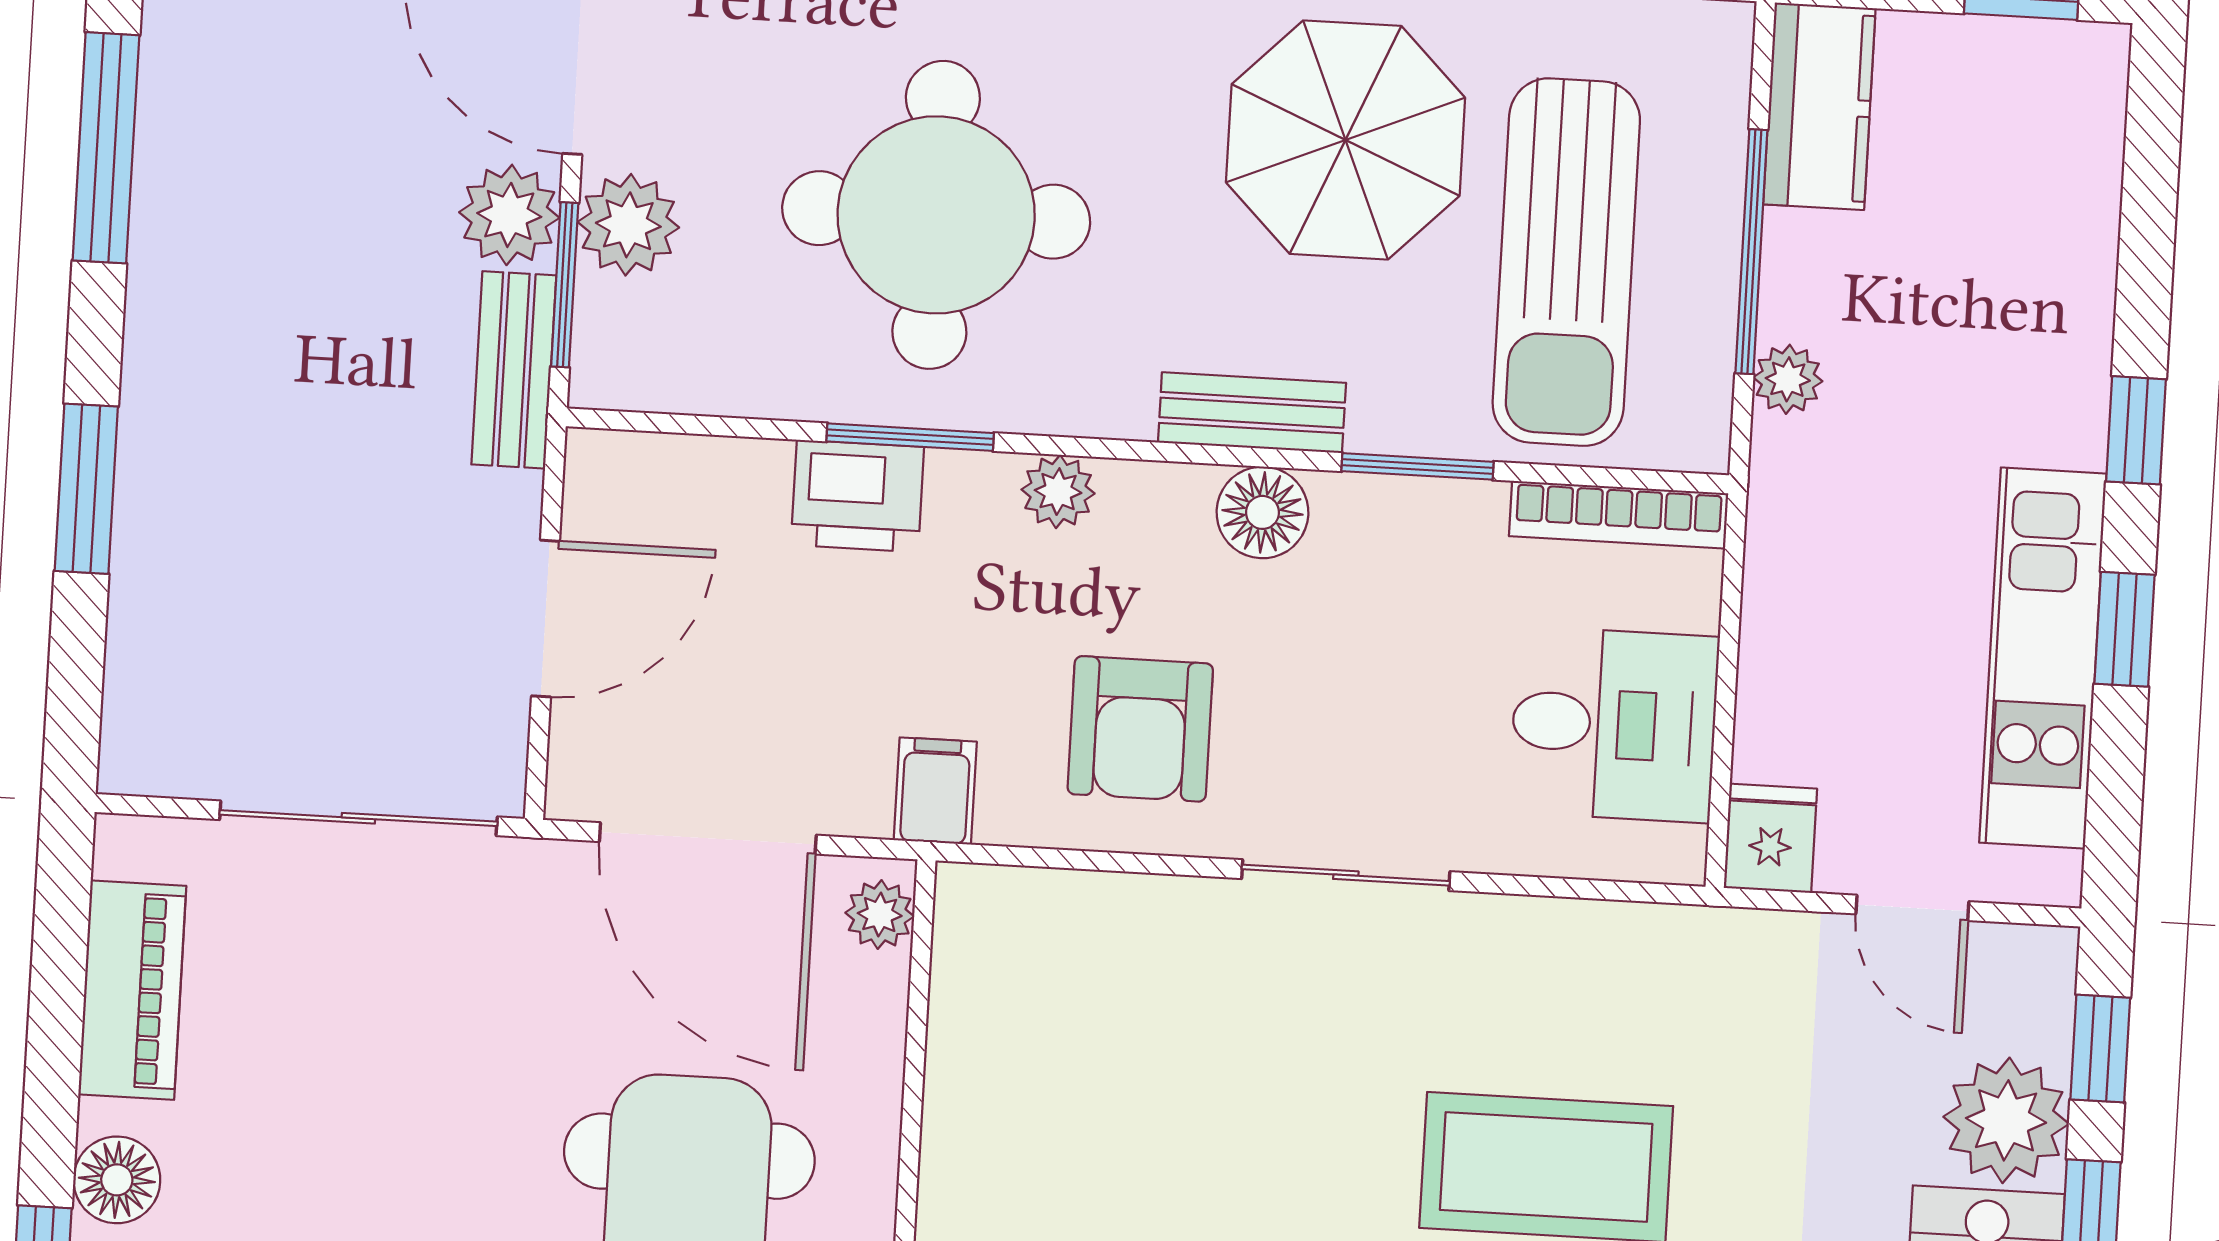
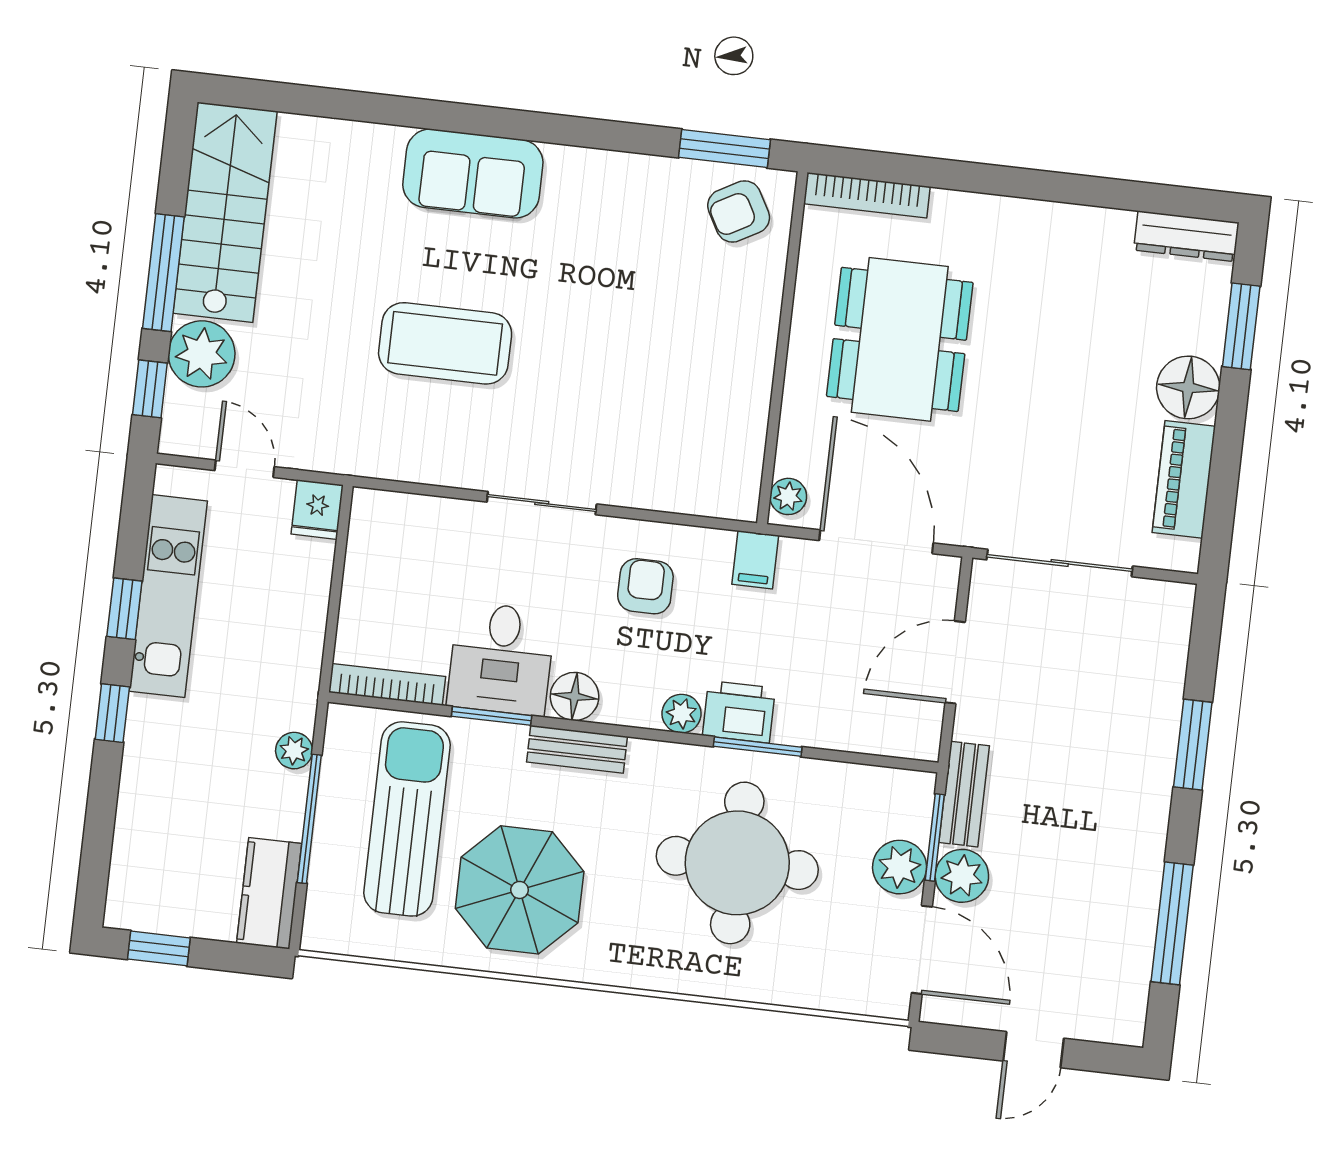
printer: (857, 496) -> (739, 712), moved
desk: (1614, 724) -> (501, 659), moved, turned -90
armchair: (1140, 729) -> (645, 586), width x0.72, depth x0.72
floor lamp: (117, 1180) -> (1188, 387), width x1.38, depth x1.38

